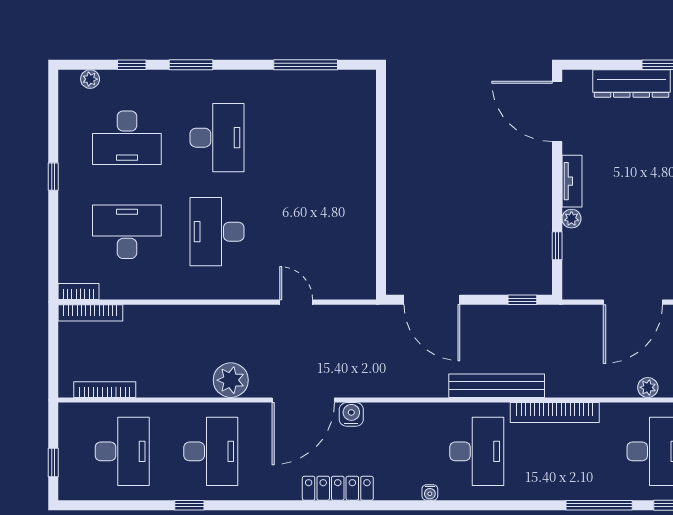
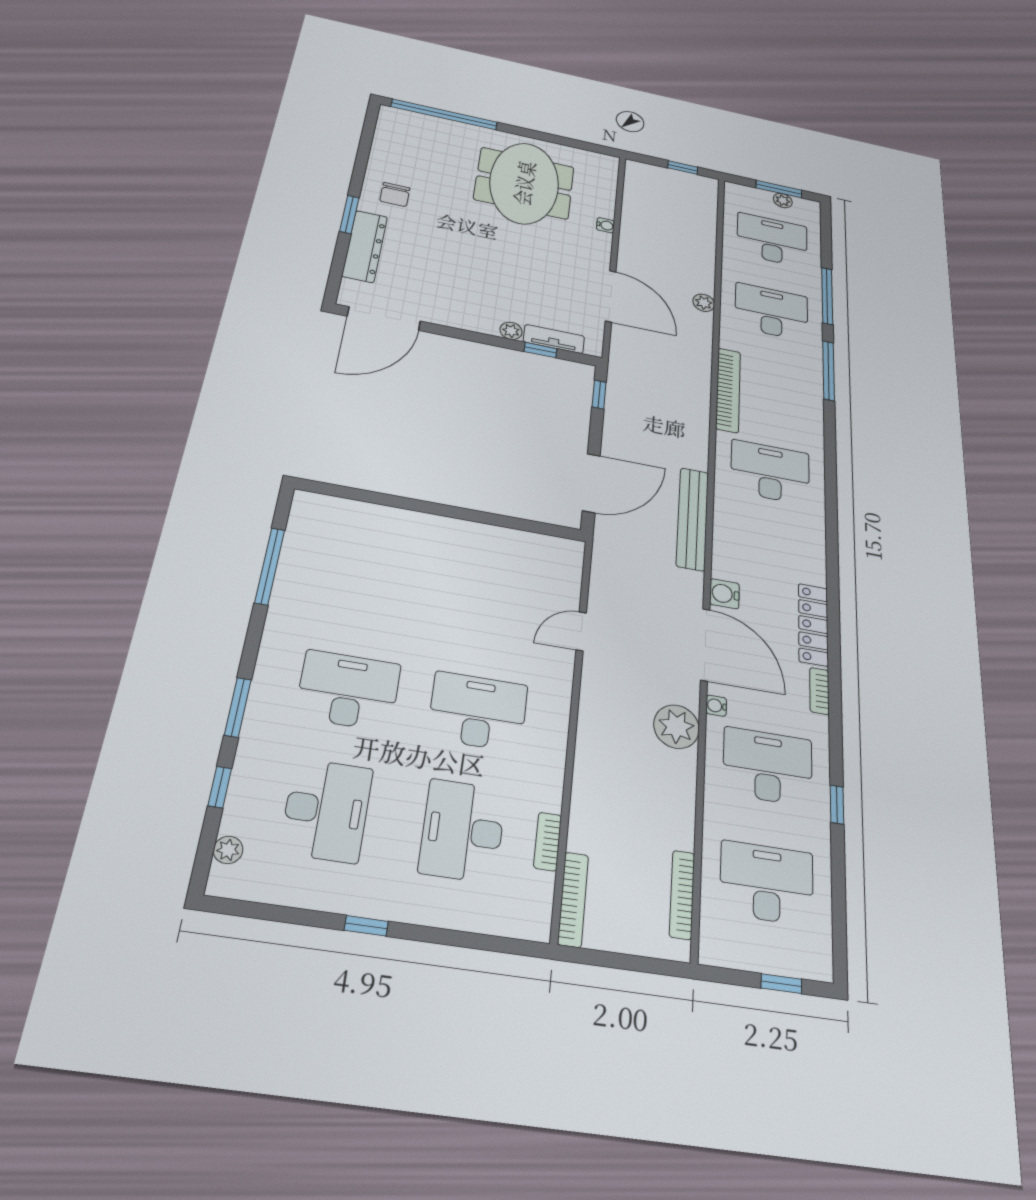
tv unit: (572, 181) -> (554, 339), moved
desk: (217, 232) -> (478, 711), turned 180
bookcase: (78, 292) -> (548, 842), moved
bench: (497, 386) -> (693, 519), moved
water cooler: (430, 492) -> (716, 706), moved, turned 180
bookcase: (280, 493) -> (819, 691), added

